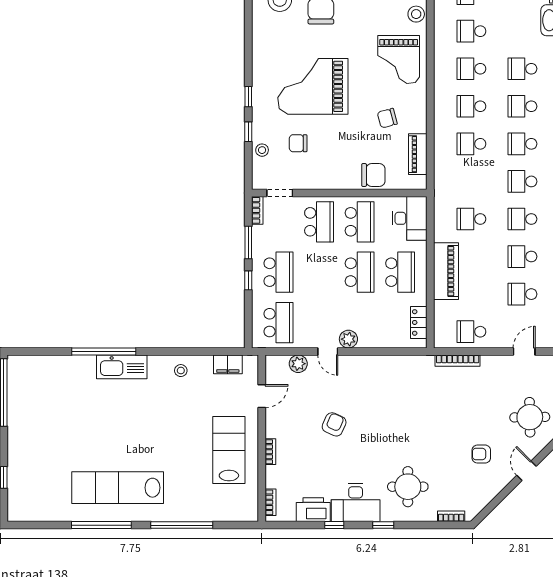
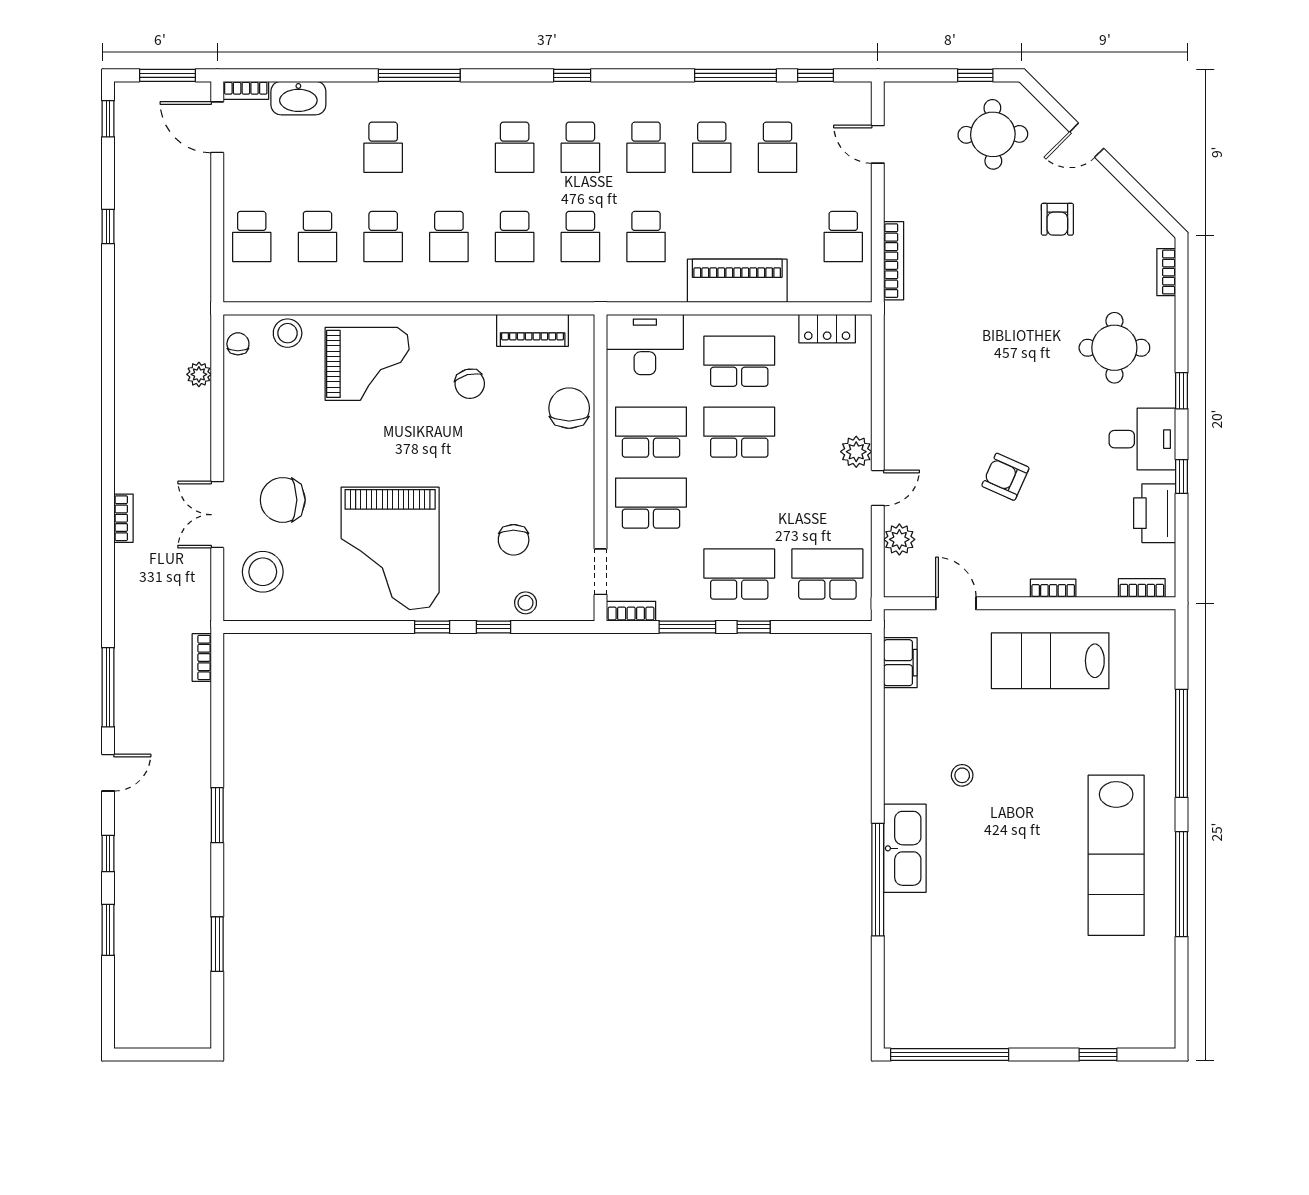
grand piano: (313, 86) -> (390, 548), moved
school desk: (522, 106) -> (580, 237), moved
stool: (181, 371) -> (962, 775), moved
desk: (356, 503) -> (1142, 439), width x0.73

